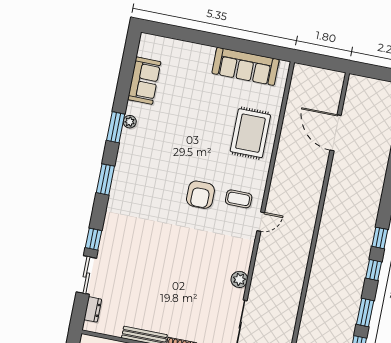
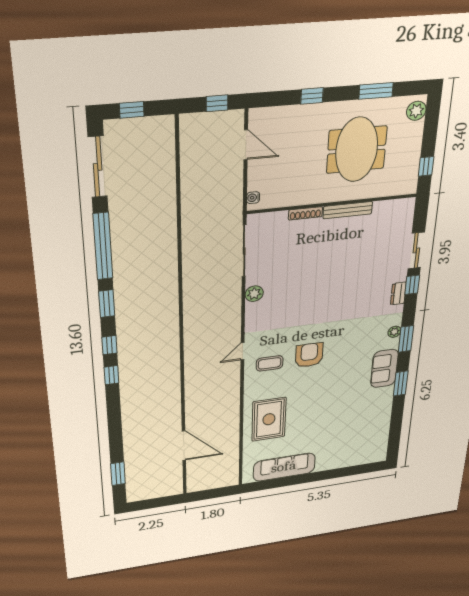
sofa: (144, 81) -> (384, 368), moved
plant: (130, 122) -> (394, 332), moved
dresser: (93, 309) -> (398, 294), moved

